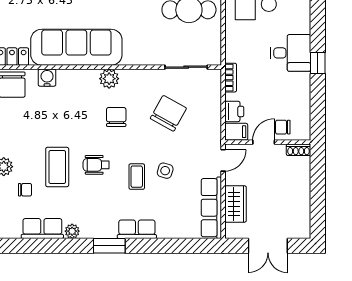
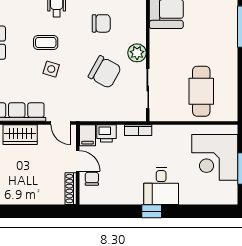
plant: (109, 79) -> (137, 53), moved
shoe rack: (299, 150) -> (71, 189), width x1.43

